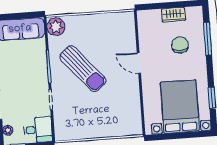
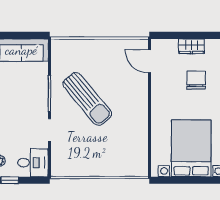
plant: (56, 27) -> (61, 50), removed
door: (139, 63) -> (150, 61), moved

